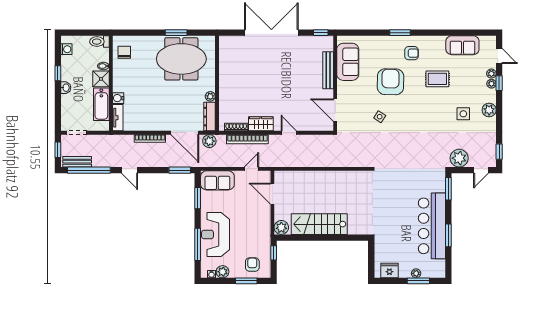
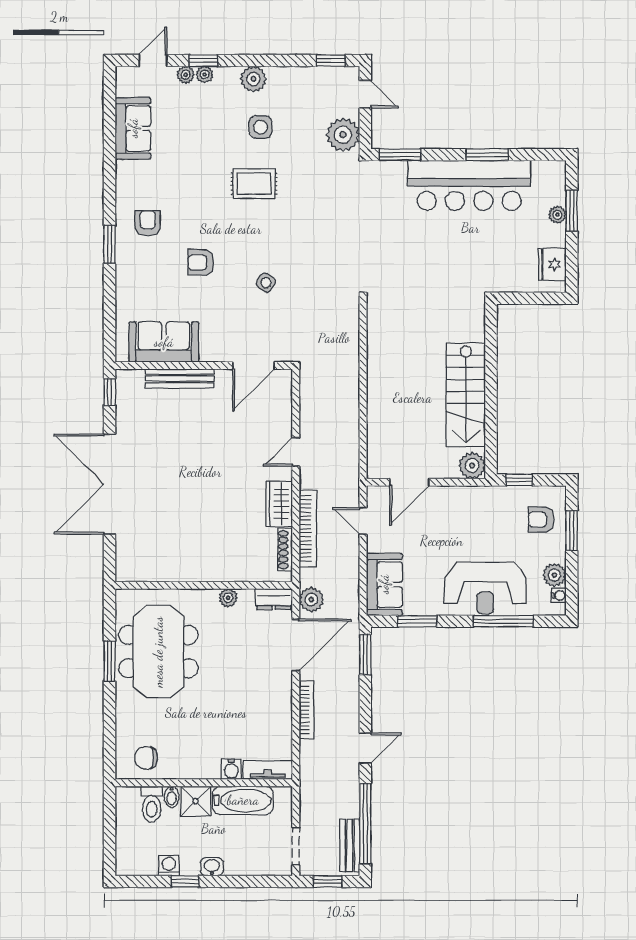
toilet: (99, 42) -> (152, 804), moved
washing machine: (66, 49) -> (169, 866), moved
rug: (437, 79) -> (254, 184), moved, turned 90
armchair: (390, 82) -> (201, 262), width x0.53, depth x0.53
dresser: (210, 117) -> (274, 599), width x0.70

